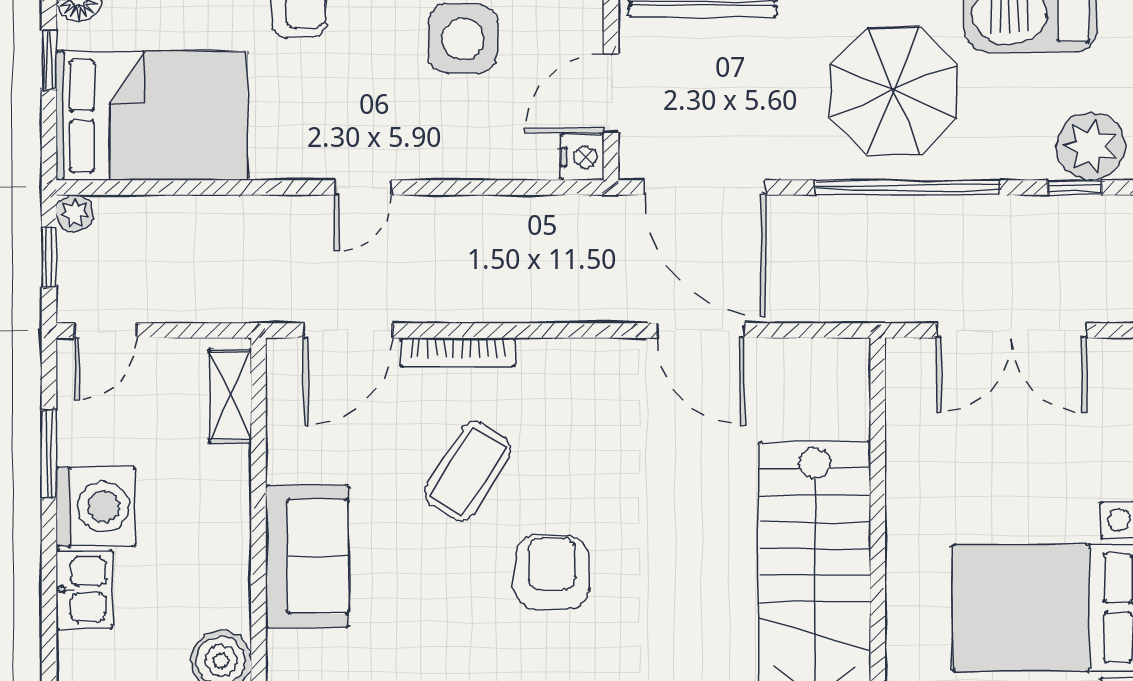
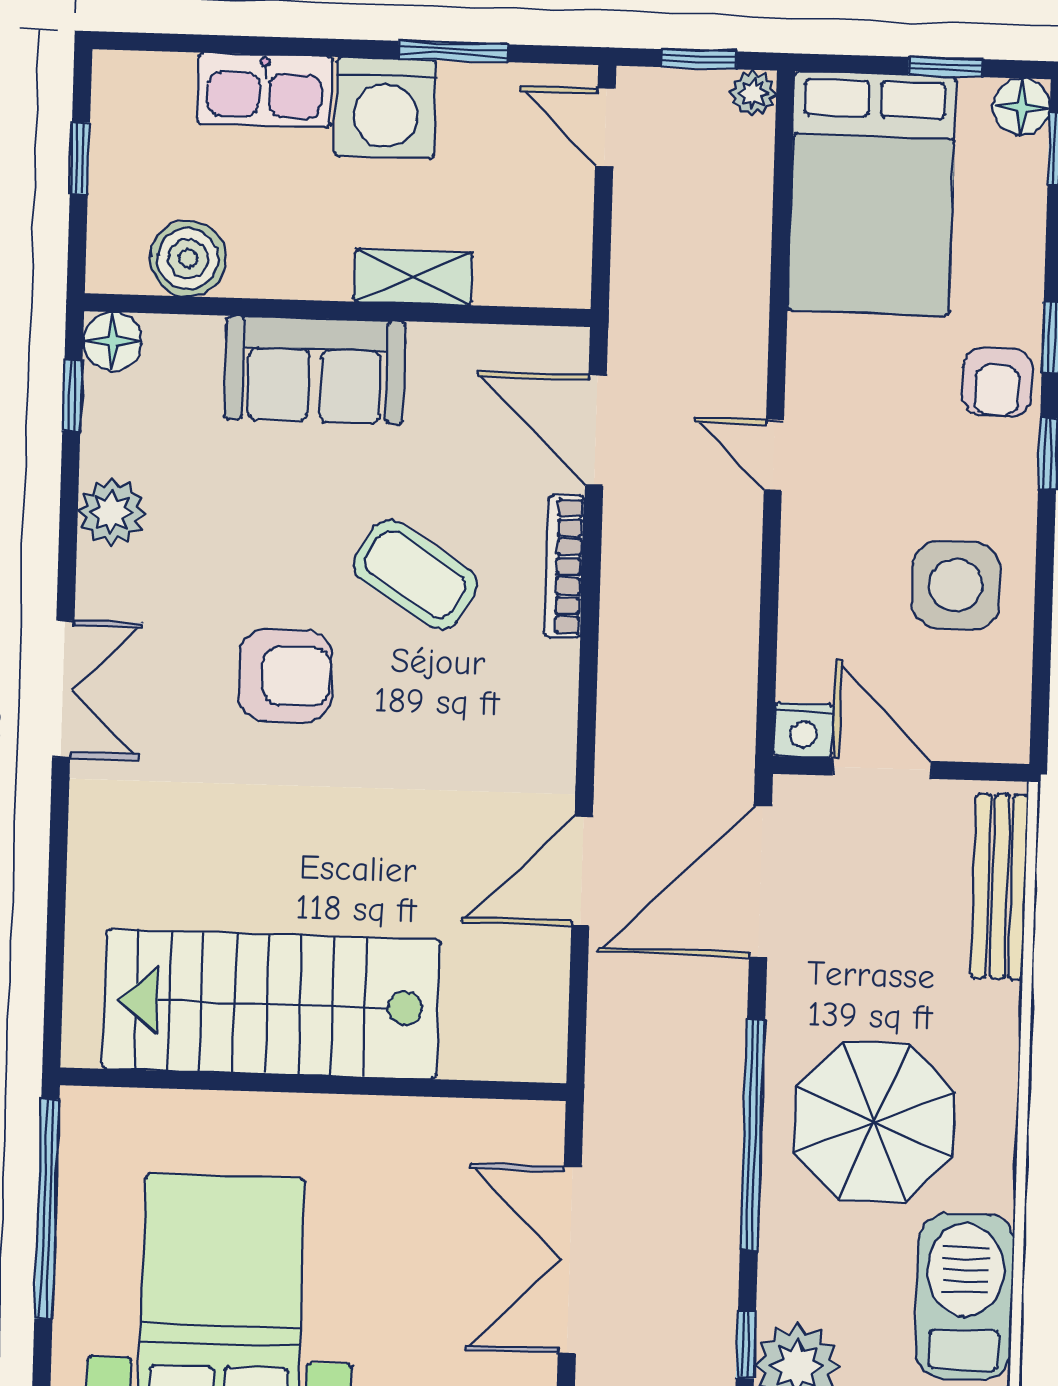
shelving: (230, 396) -> (413, 277), moved
kitchen sink: (84, 589) -> (264, 90), width x1.38

